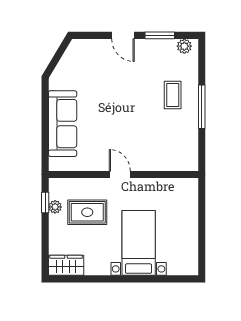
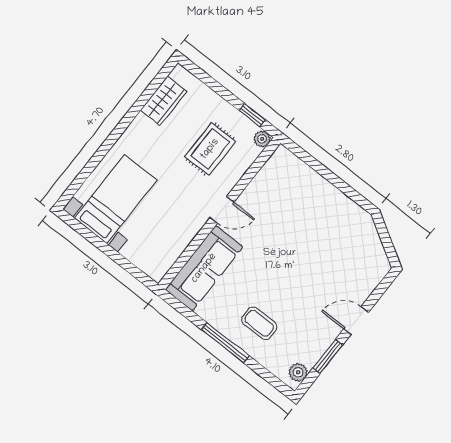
sofa: (63, 124) -> (204, 268), moved, turned -90
plant: (55, 207) -> (262, 139), moved
bed with nightstands: (139, 243) -> (116, 199), moved, turned -90
wardrobe: (66, 265) -> (164, 101), moved

